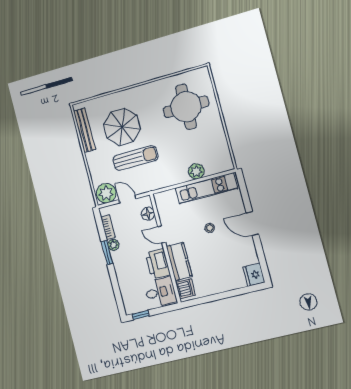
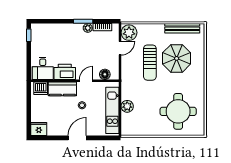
floor lamp: (148, 214) -> (105, 74), moved
door: (162, 235) -> (86, 81), moved
wall: (165, 248) -> (75, 81), moved
kitchen counter: (179, 262) -> (62, 89), moved
printer: (158, 264) -> (65, 72), moved
dishwasher: (185, 289) -> (41, 88), moved
desk: (160, 292) -> (43, 68), moved

